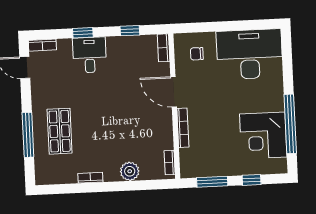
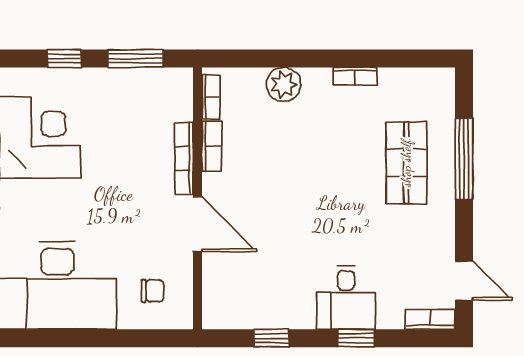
bookcase: (164, 48) -> (212, 146), moved

